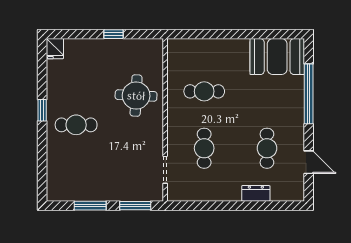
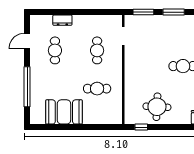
window: (113, 34) -> (141, 127), moved
booth: (277, 57) -> (64, 112), moved
round table: (136, 96) -> (157, 107), moved
door: (309, 162) -> (27, 41), hinge flipped

